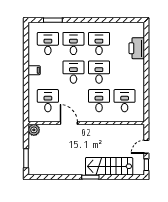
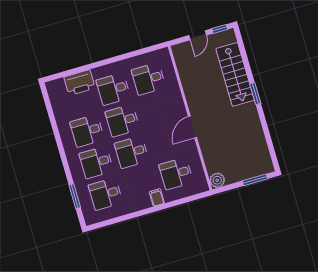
filing cabinet: (34, 70) -> (157, 197), moved
desk: (99, 101) -> (113, 89), moved
door: (69, 123) -> (193, 127), moved
door: (146, 147) -> (198, 35), hinge flipped

